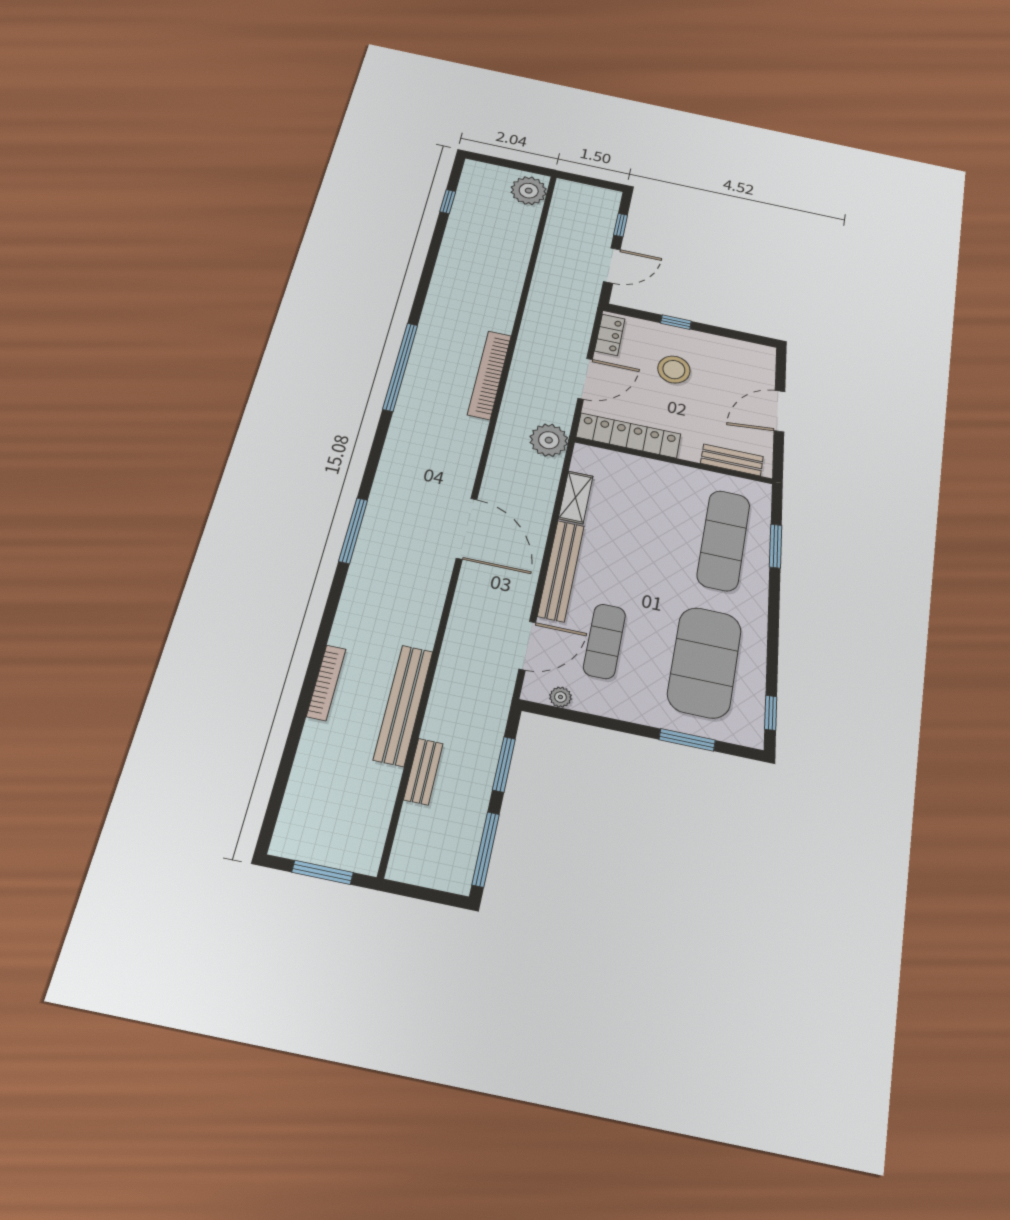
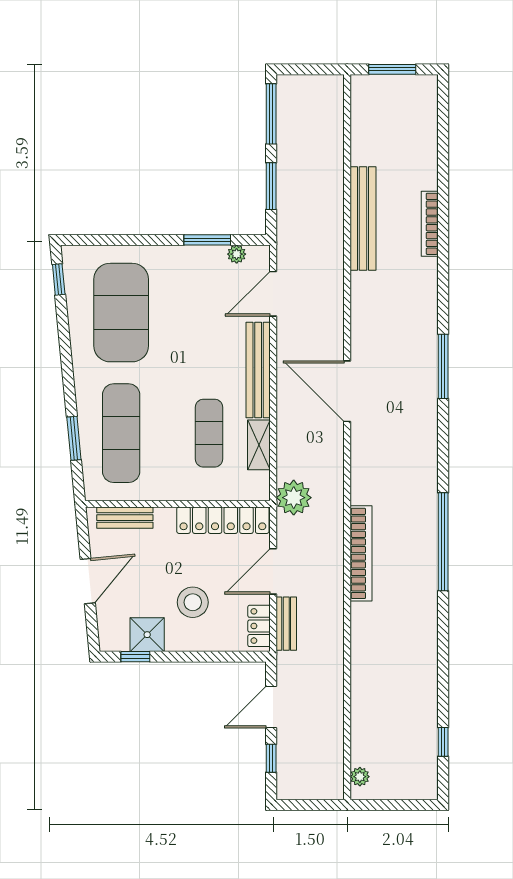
plant: (529, 191) -> (360, 777), width x0.53, depth x0.53
window: (676, 322) -> (135, 657), moved
shower: (725, 352) -> (147, 635), added
exercise mat: (604, 641) -> (209, 433), moved
window: (687, 740) -> (207, 240), moved
bench: (423, 772) -> (286, 624), moved

